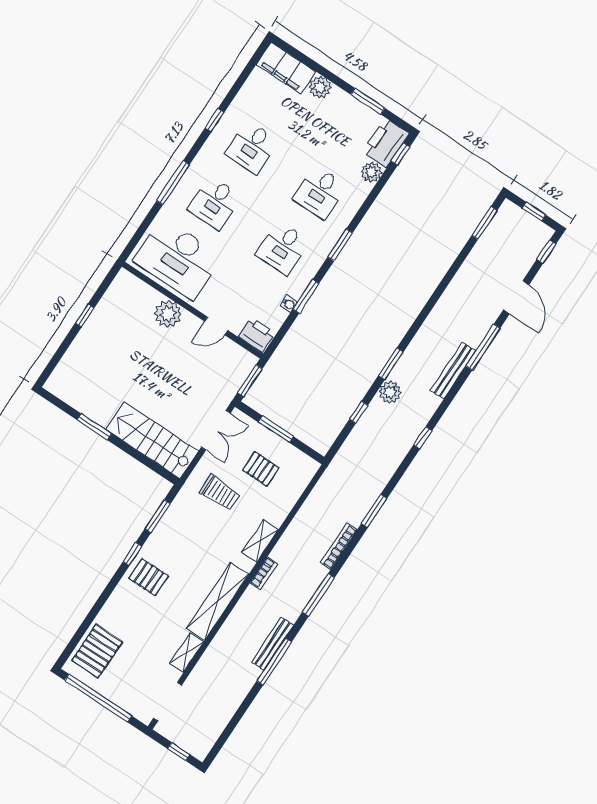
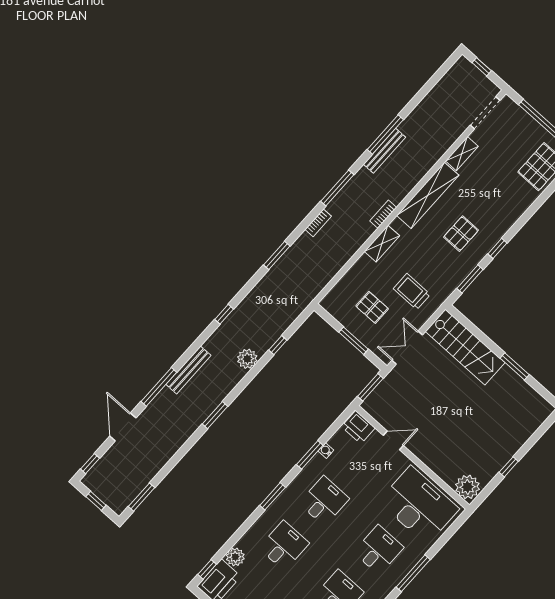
plant: (168, 314) -> (467, 487), moved
window: (391, 364) -> (215, 415), moved
bookcase: (339, 546) -> (318, 223), width x0.64
pallet: (149, 577) -> (461, 234), moved, turned 90

